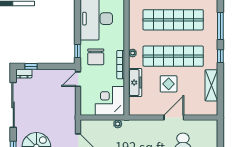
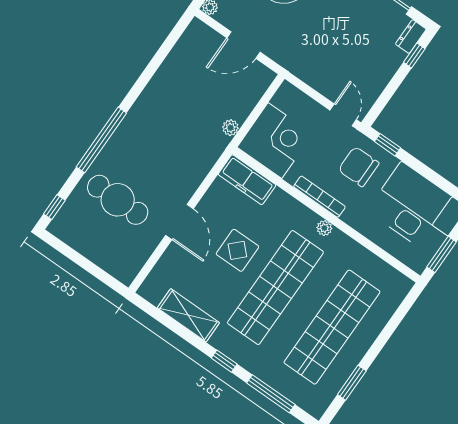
freezer: (135, 83) -> (247, 180), moved

